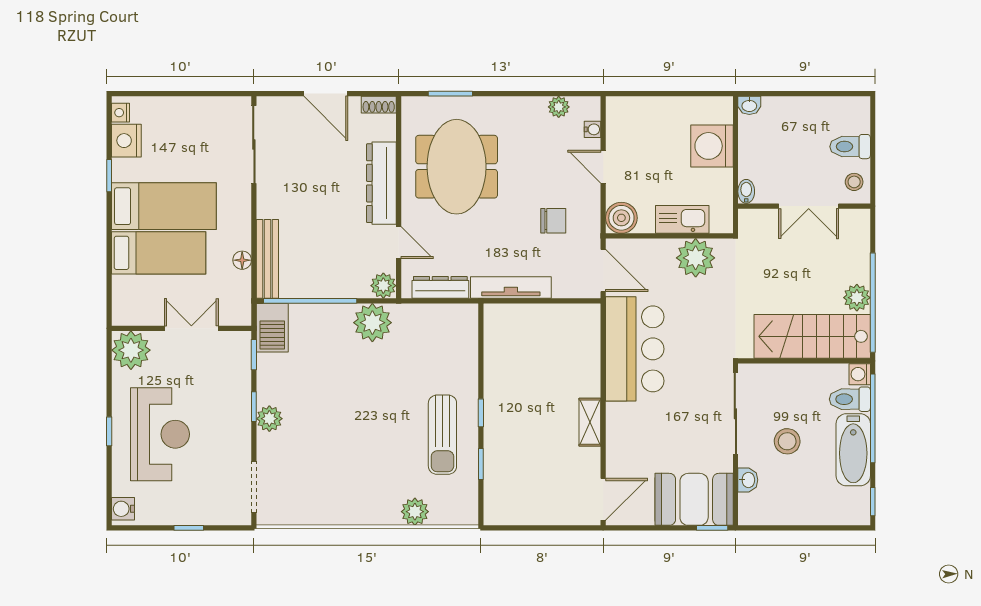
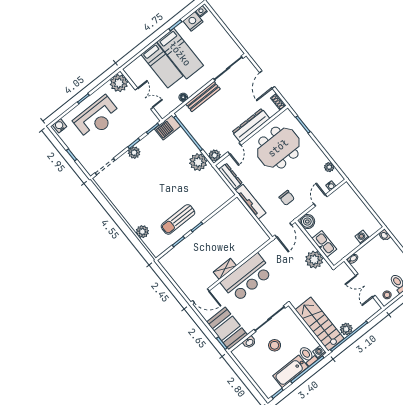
washing machine: (712, 146) -> (362, 237), width x0.53, depth x0.53
bench: (267, 259) -> (203, 96), moved
bar counter: (635, 349) -> (247, 278), moved

